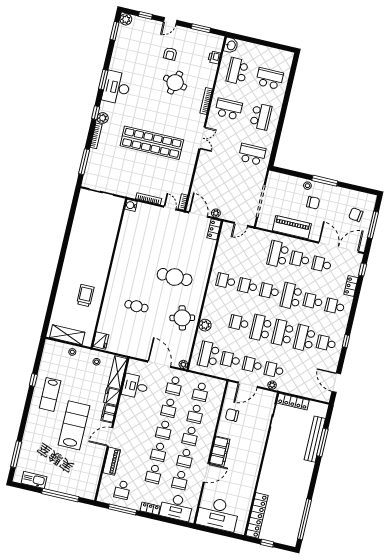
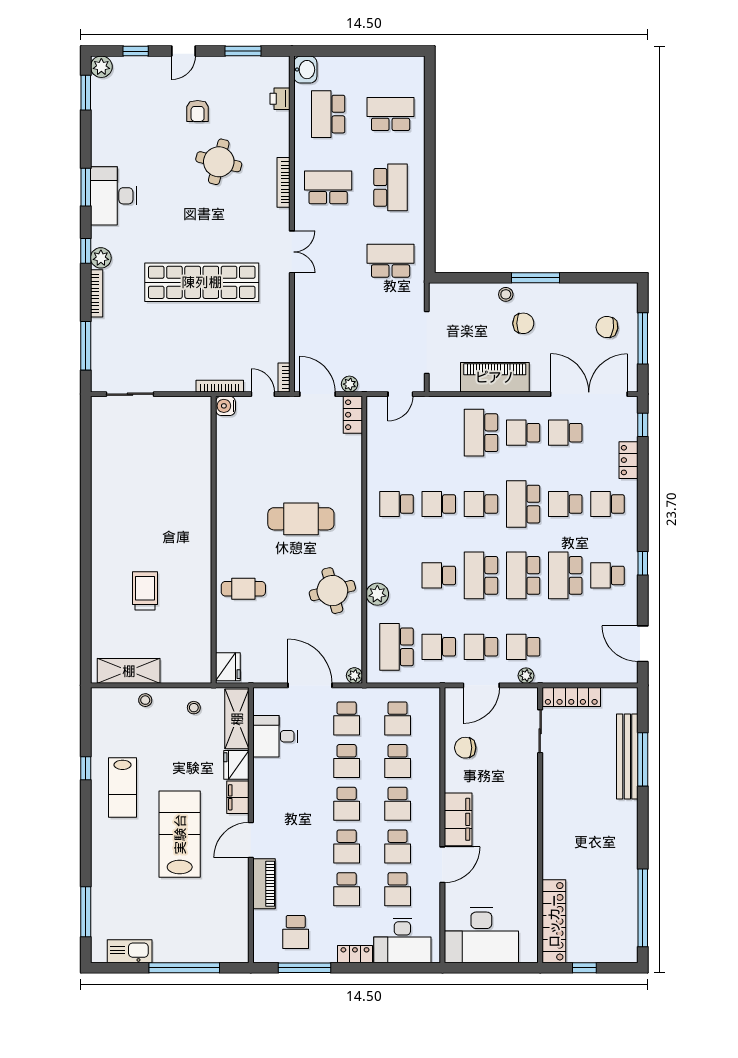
water cooler: (131, 205) -> (225, 406), moved
wall: (109, 273) -> (214, 540), moved
fridge: (101, 340) -> (228, 667), moved

